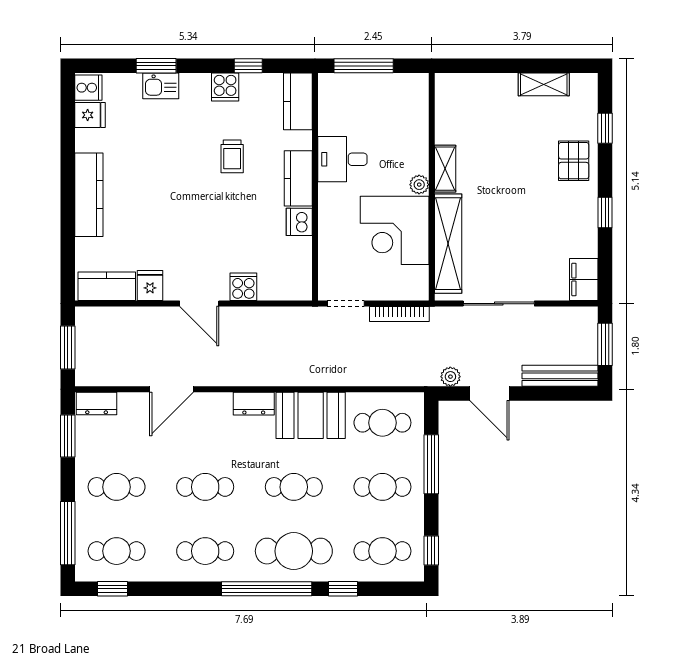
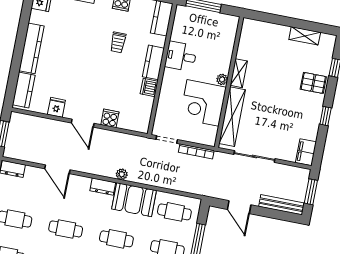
pallet: (574, 161) -> (313, 83), turned 90
kitchen counter: (107, 286) -> (24, 90), moved, turned 90
plant: (450, 377) -> (122, 174), moved
door: (172, 389) -> (57, 169), hinge flipped

